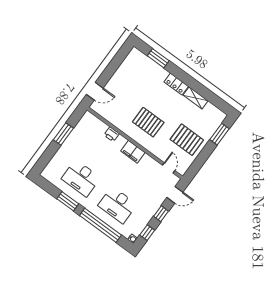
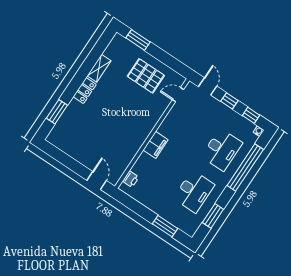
pallet: (148, 122) -> (128, 120), removed
window: (63, 134) -> (165, 226), moved
printer: (112, 134) -> (131, 179), moved
pallet: (187, 140) -> (146, 76), turned 90
filing cabinet: (133, 152) -> (156, 145), moved
window: (68, 201) -> (213, 216), moved

